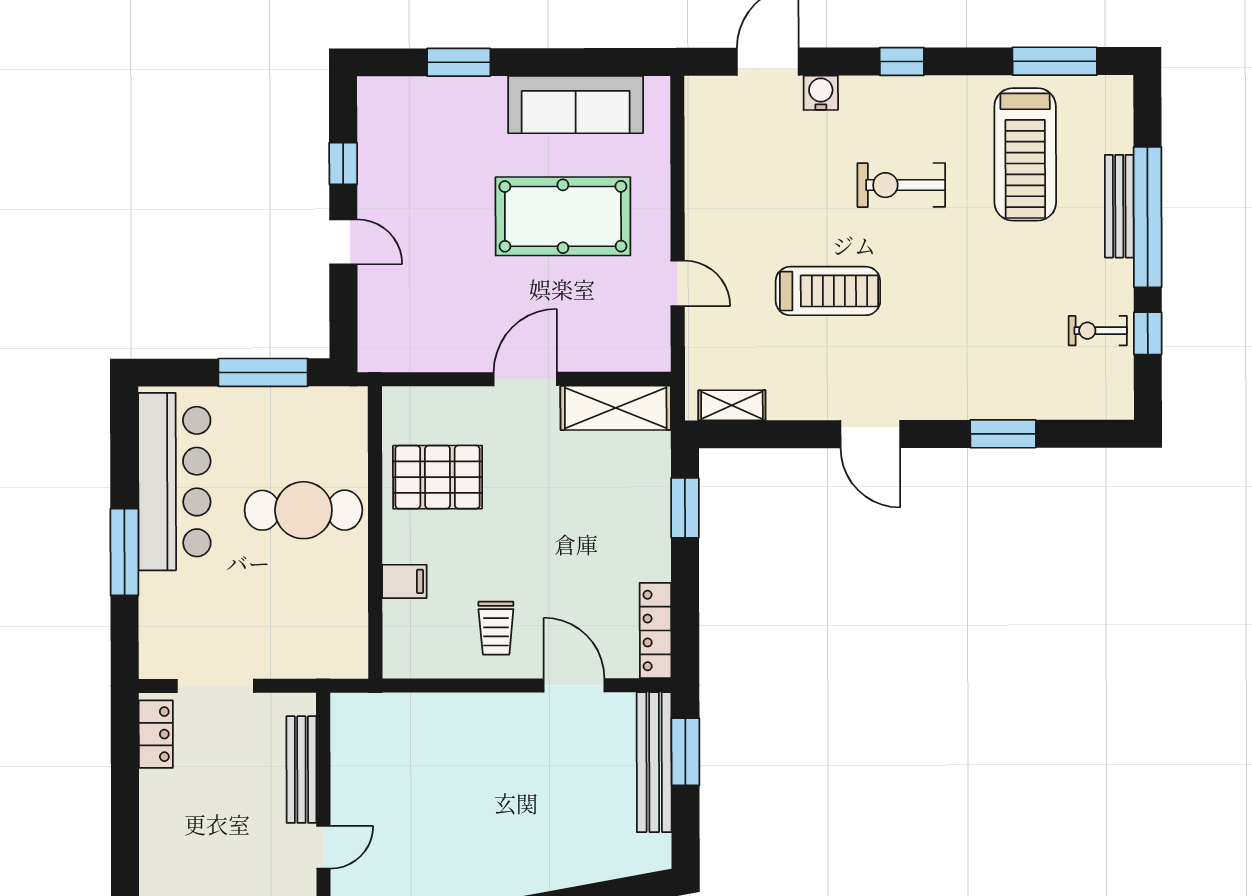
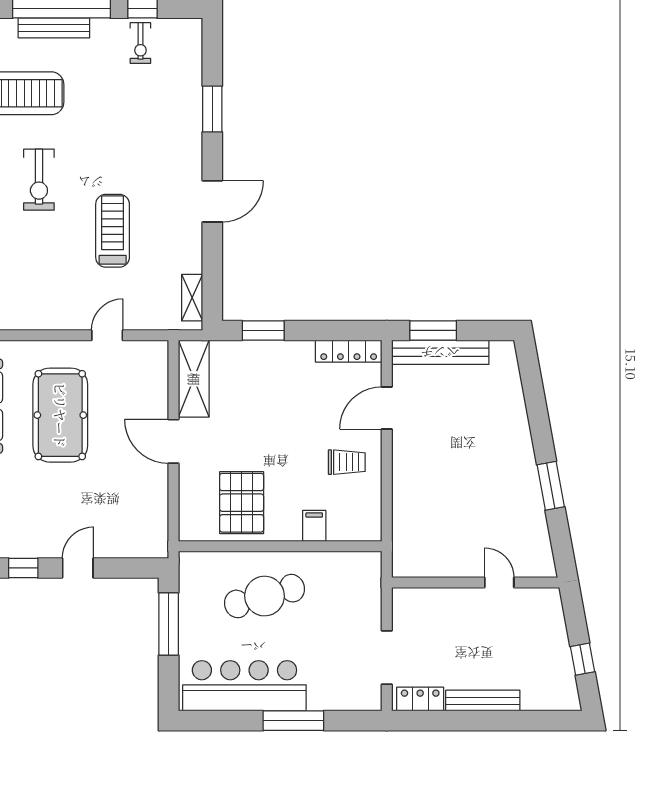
cafe table: (303, 510) -> (265, 596), turned 74
bench: (301, 770) -> (483, 701), moved

